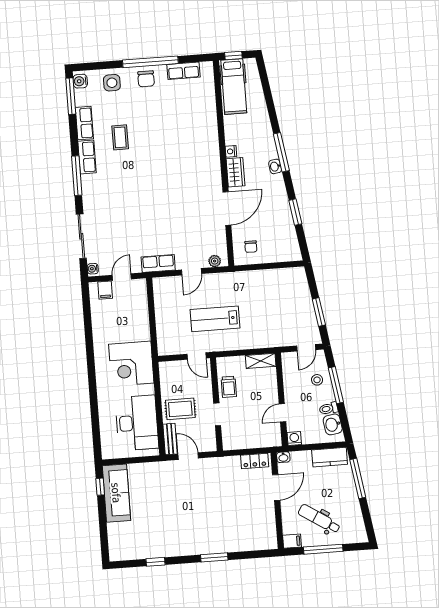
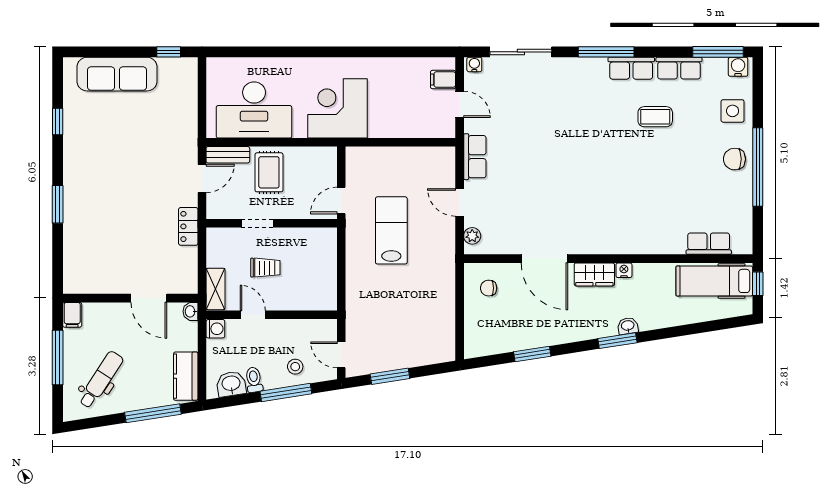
row of seats: (183, 71) -> (709, 244), moved, turned 90
window: (281, 152) -> (617, 341), width x0.69
washbasin: (275, 166) -> (628, 326), moved
shelving: (261, 361) -> (216, 289), moved
trolley: (229, 387) -> (265, 268), moved, turned 180
locker: (255, 461) -> (188, 226), moved
sofa: (116, 493) -> (117, 74), moved
dental chair: (319, 519) -> (101, 380), moved

